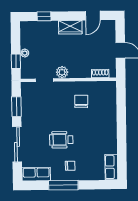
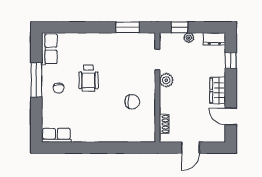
dresser: (25, 31) -> (214, 39), added
wheelchair: (61, 140) -> (88, 78), turned 180
sliding door: (17, 144) -> (84, 27), removed

